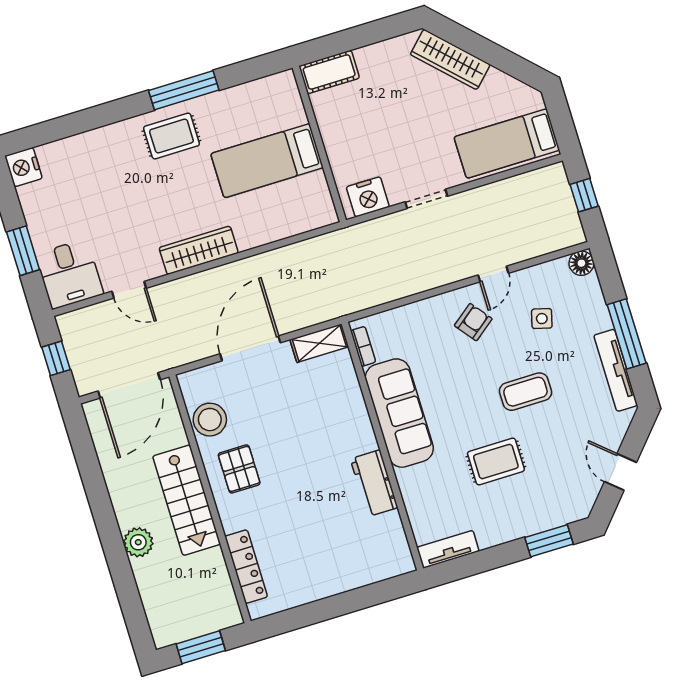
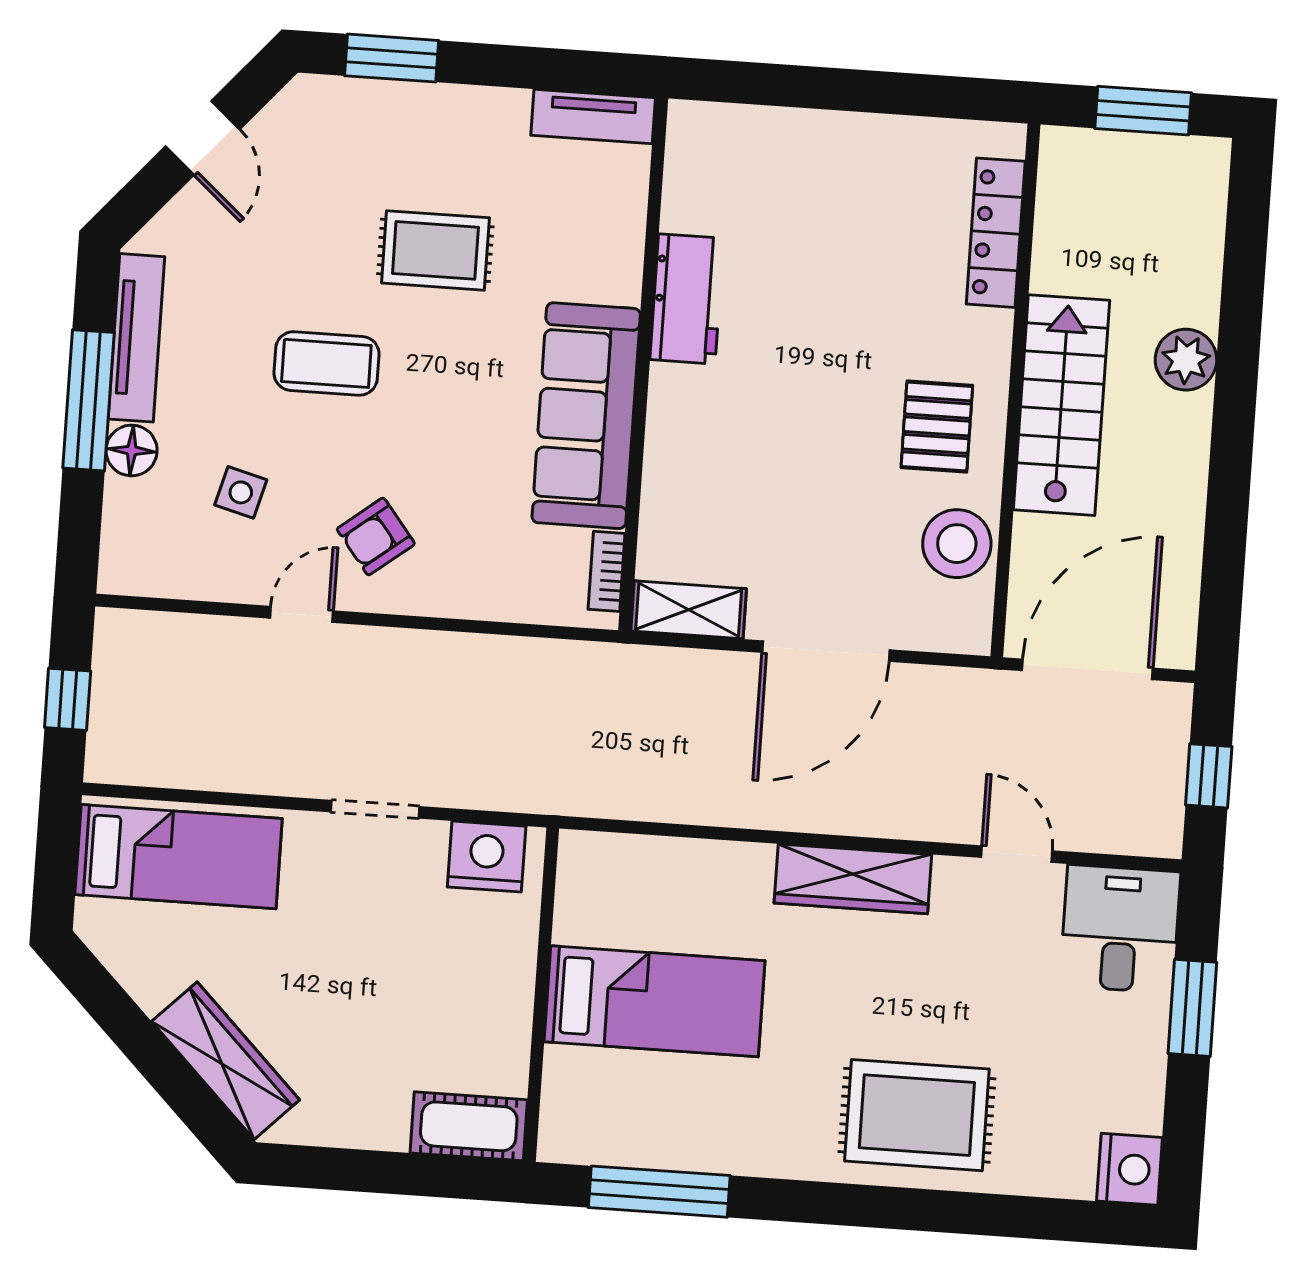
window: (184, 90) -> (659, 1192), moved
rug: (171, 136) -> (917, 1115), moved, width x1.36, depth x1.43
floor lamp: (581, 263) -> (132, 450), moved

